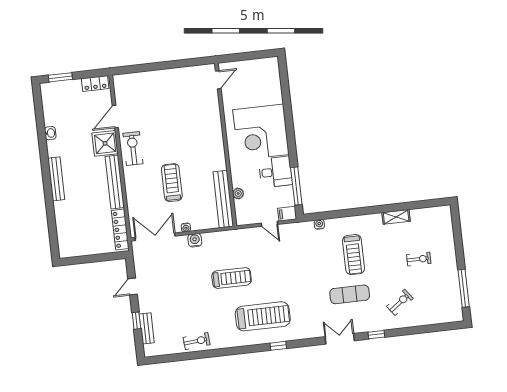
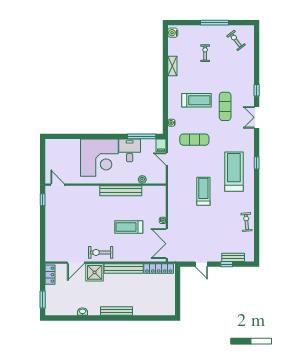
window: (195, 62) -> (43, 200), added
door: (115, 117) -> (76, 263), hinge flipped
bench: (223, 199) -> (121, 191), moved
door: (269, 224) -> (167, 159), swing flipped
water cooler: (195, 240) -> (173, 33), moved
exercise mat: (300, 258) -> (194, 140), added
window: (464, 288) -> (214, 23), moved
exercise bike: (400, 302) -> (236, 40), moved

